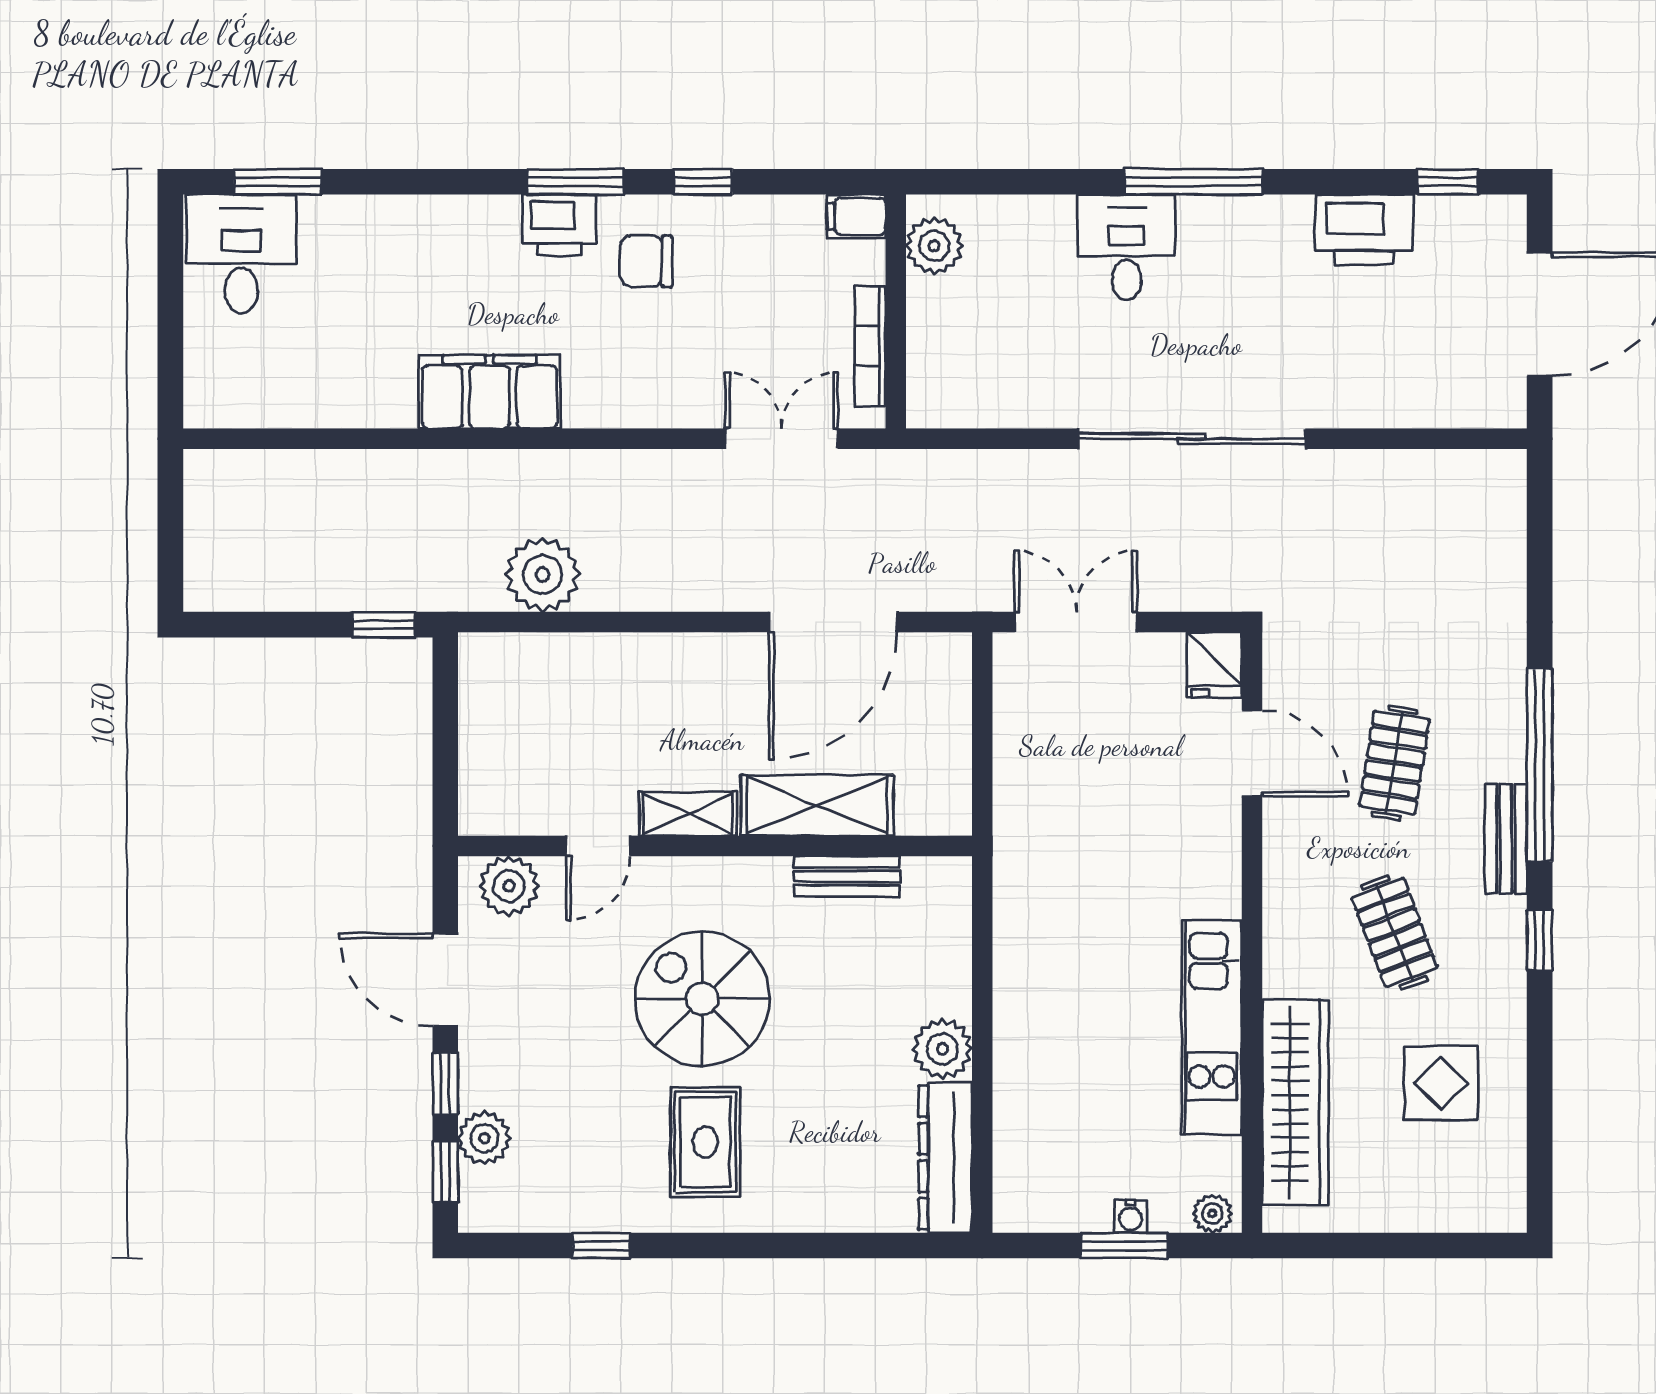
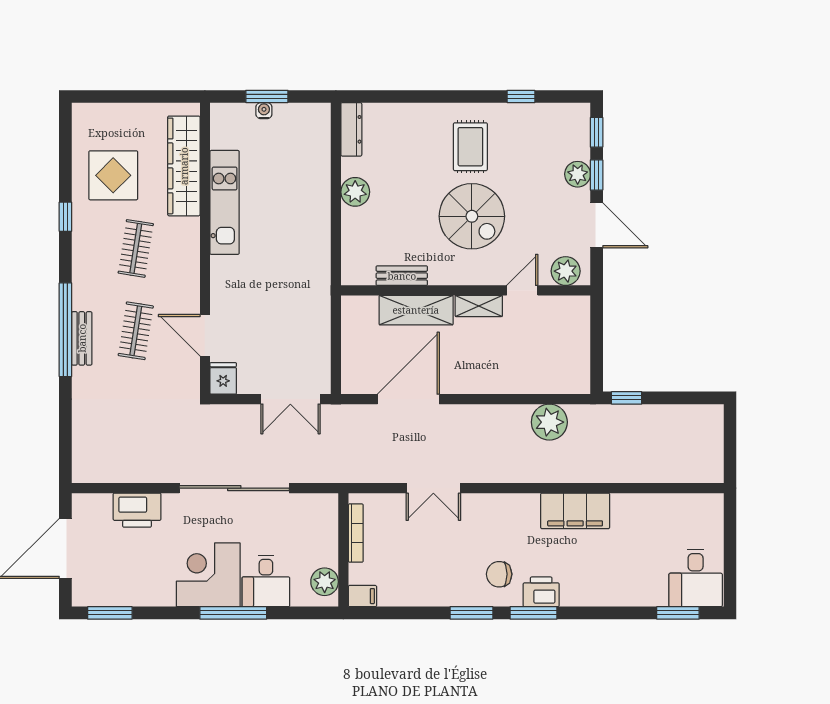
window: (703, 182) -> (471, 613), width x1.50
window: (1448, 182) -> (110, 613), width x1.50
filing cabinet: (856, 216) -> (362, 596), moved
printer: (1364, 230) -> (137, 510), moved, turned 180
plant: (934, 246) -> (325, 582), moved
corner desk: (1245, 260) -> (208, 575), added
chair: (646, 261) -> (499, 574), turned 180
wall: (896, 312) -> (343, 550), moved
bookcase: (870, 346) -> (356, 533), moved
bench: (1506, 839) -> (82, 338), moved
clothes rail: (1395, 932) -> (136, 248), turned 30
window: (1540, 940) -> (65, 217), moved
display table: (1441, 1083) -> (113, 175), width x1.36, depth x1.36
plant: (484, 1138) -> (578, 174), moved
dresser: (945, 1158) -> (351, 129), width x0.73, depth x0.80
plant: (1212, 1214) -> (224, 112), removed

